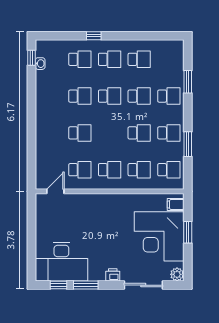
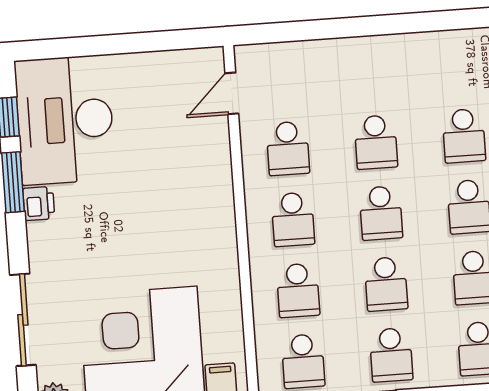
school desk: (110, 133) -> (381, 213), added
door: (55, 191) -> (232, 93), swing flipped
printer: (113, 275) -> (39, 204), moved

